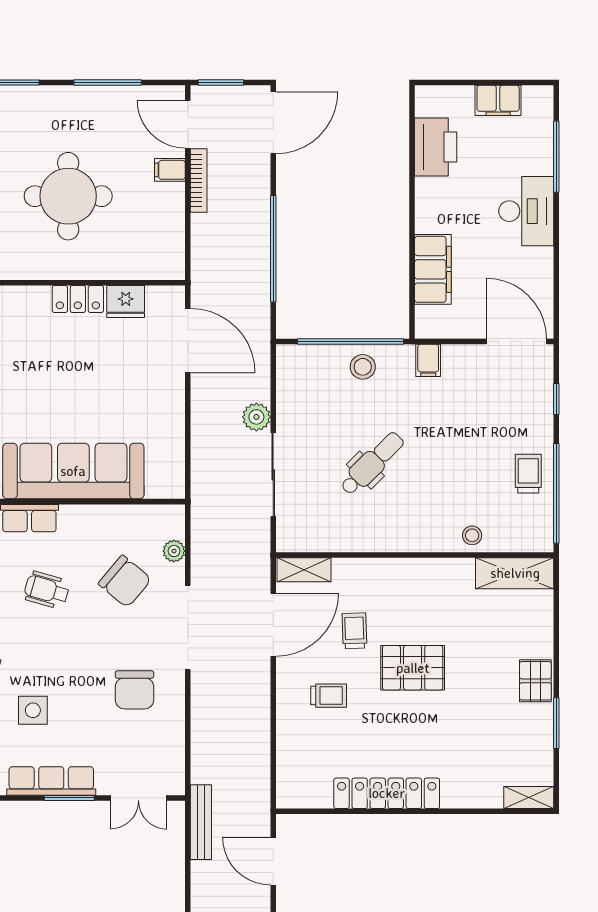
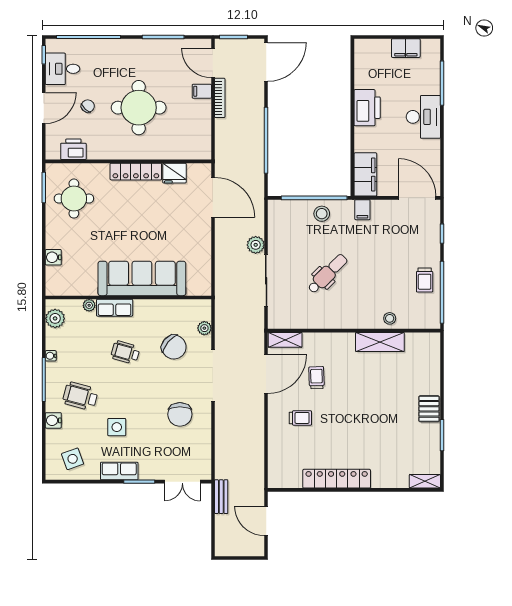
printer: (436, 147) -> (367, 108), moved
filing cabinet: (433, 269) -> (365, 174), moved
locker: (78, 299) -> (136, 172), width x1.53
trolley: (528, 474) -> (425, 280), turned 180
shelving: (515, 573) -> (380, 342), moved
pallet: (413, 668) -> (353, 401), removed
row of seats: (51, 781) -> (119, 471), width x0.68
bench: (201, 822) -> (221, 497), width x0.73

